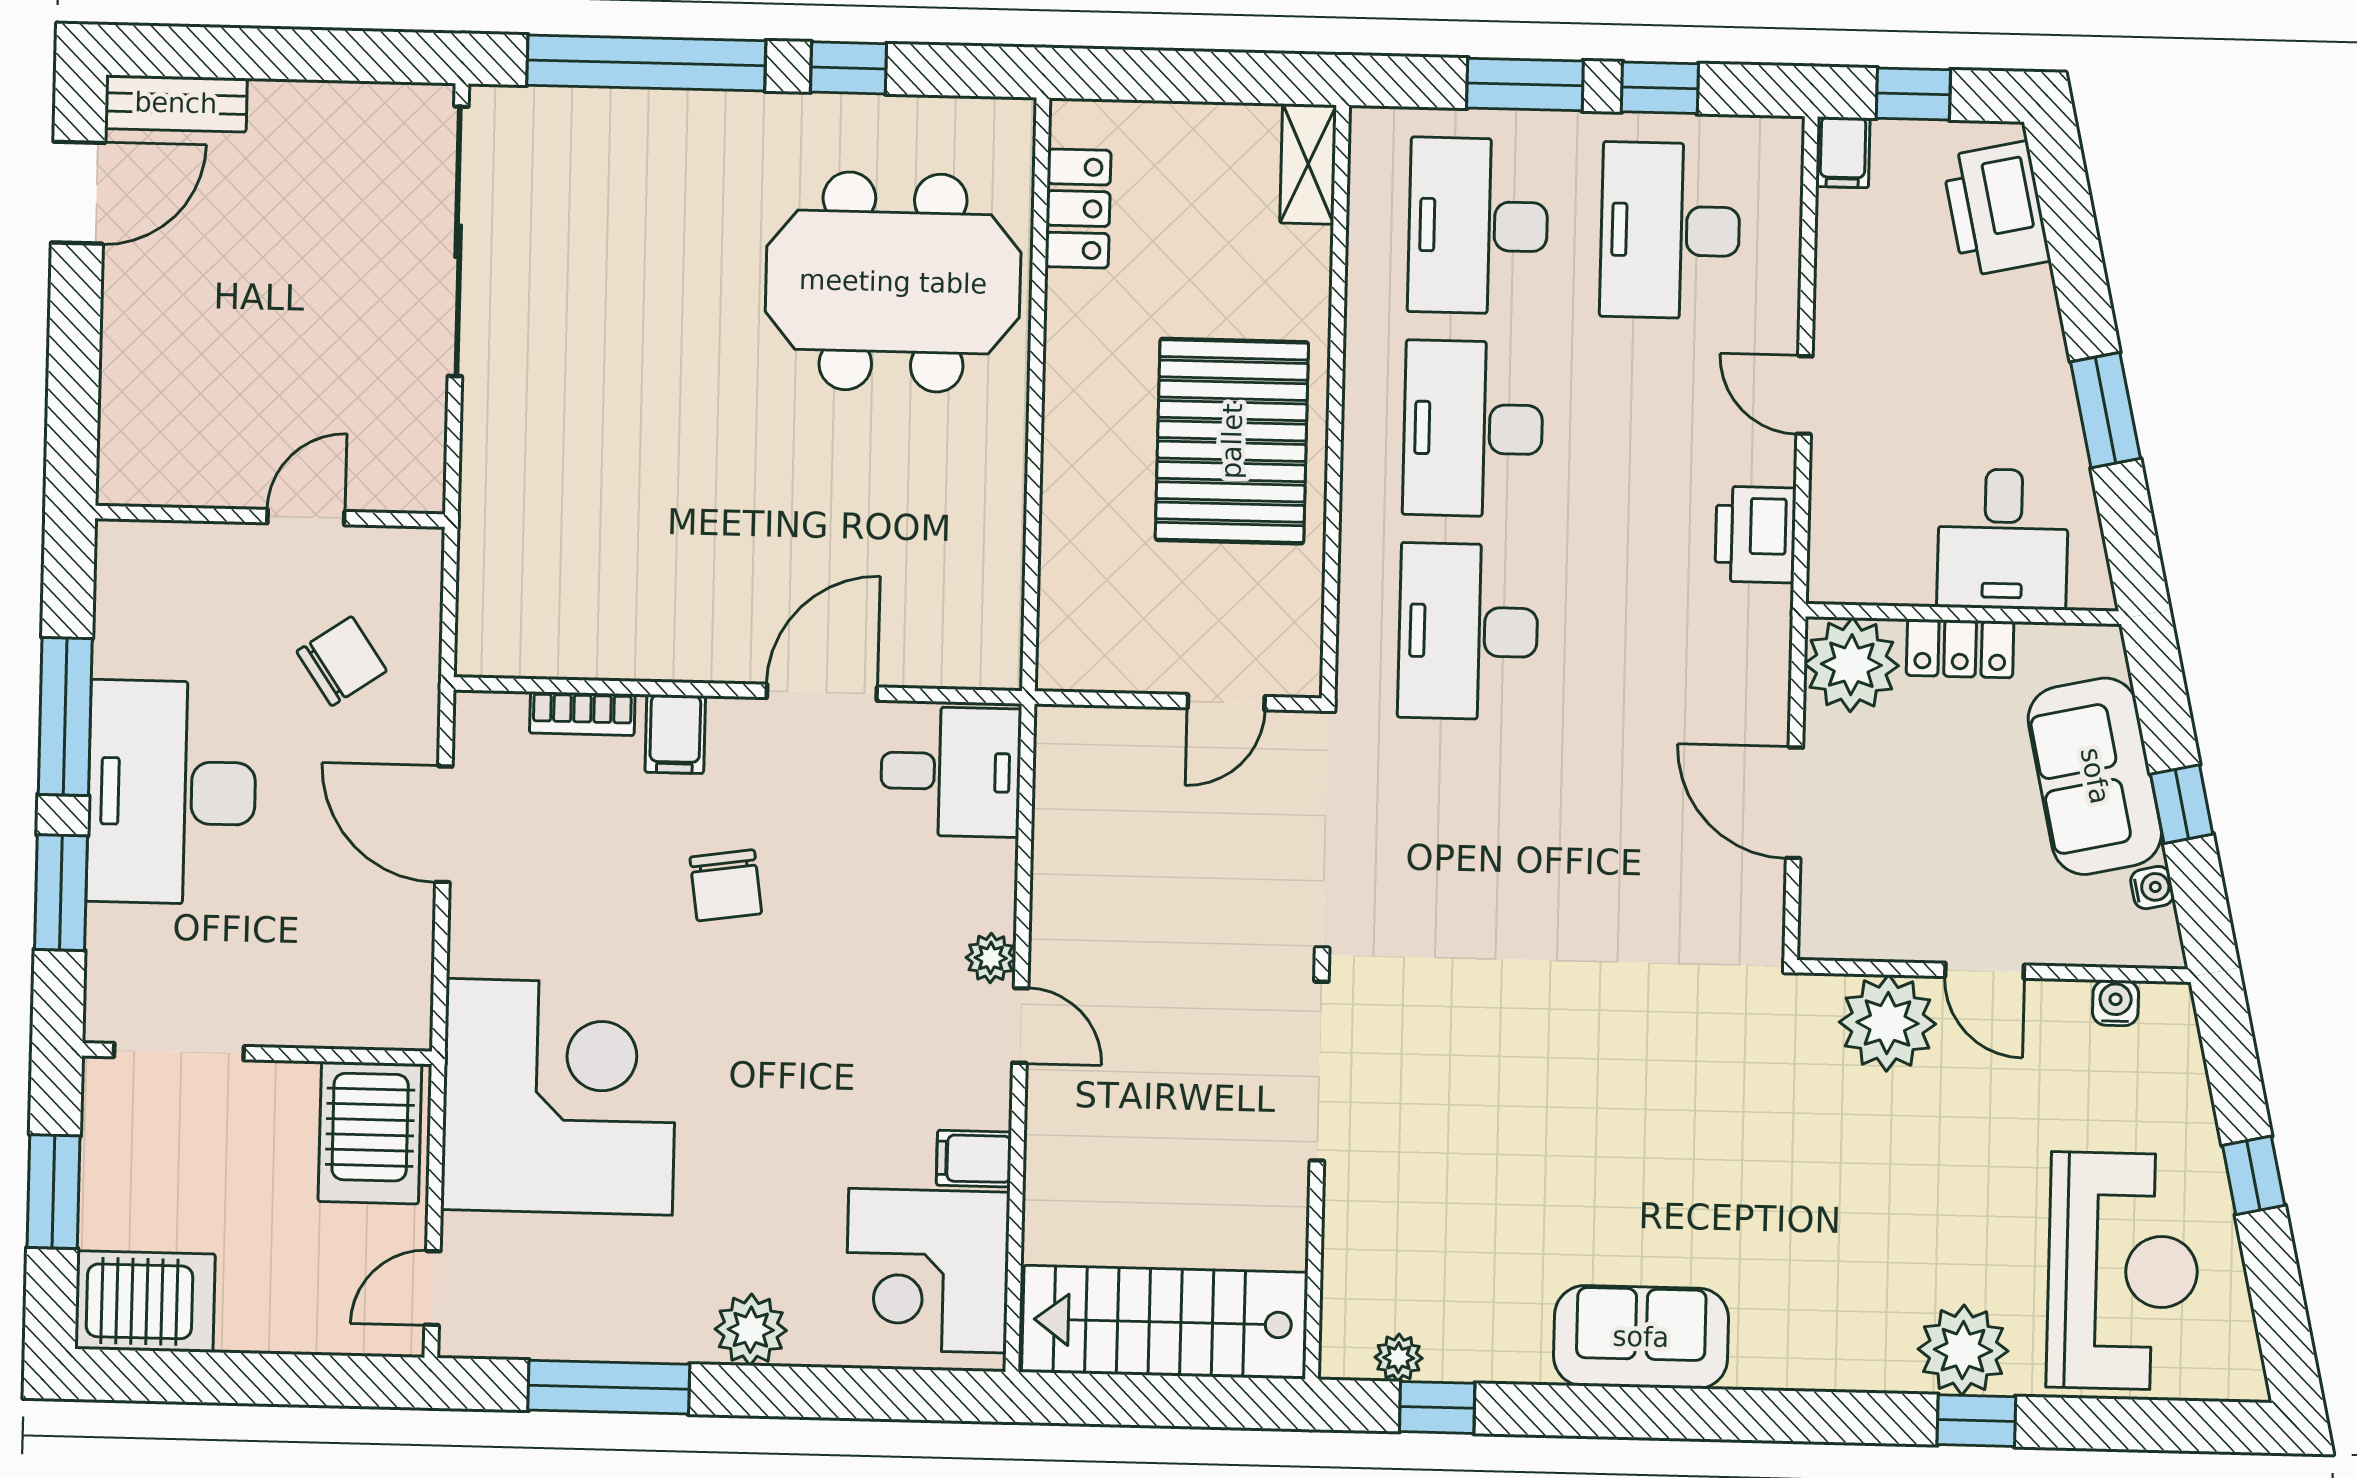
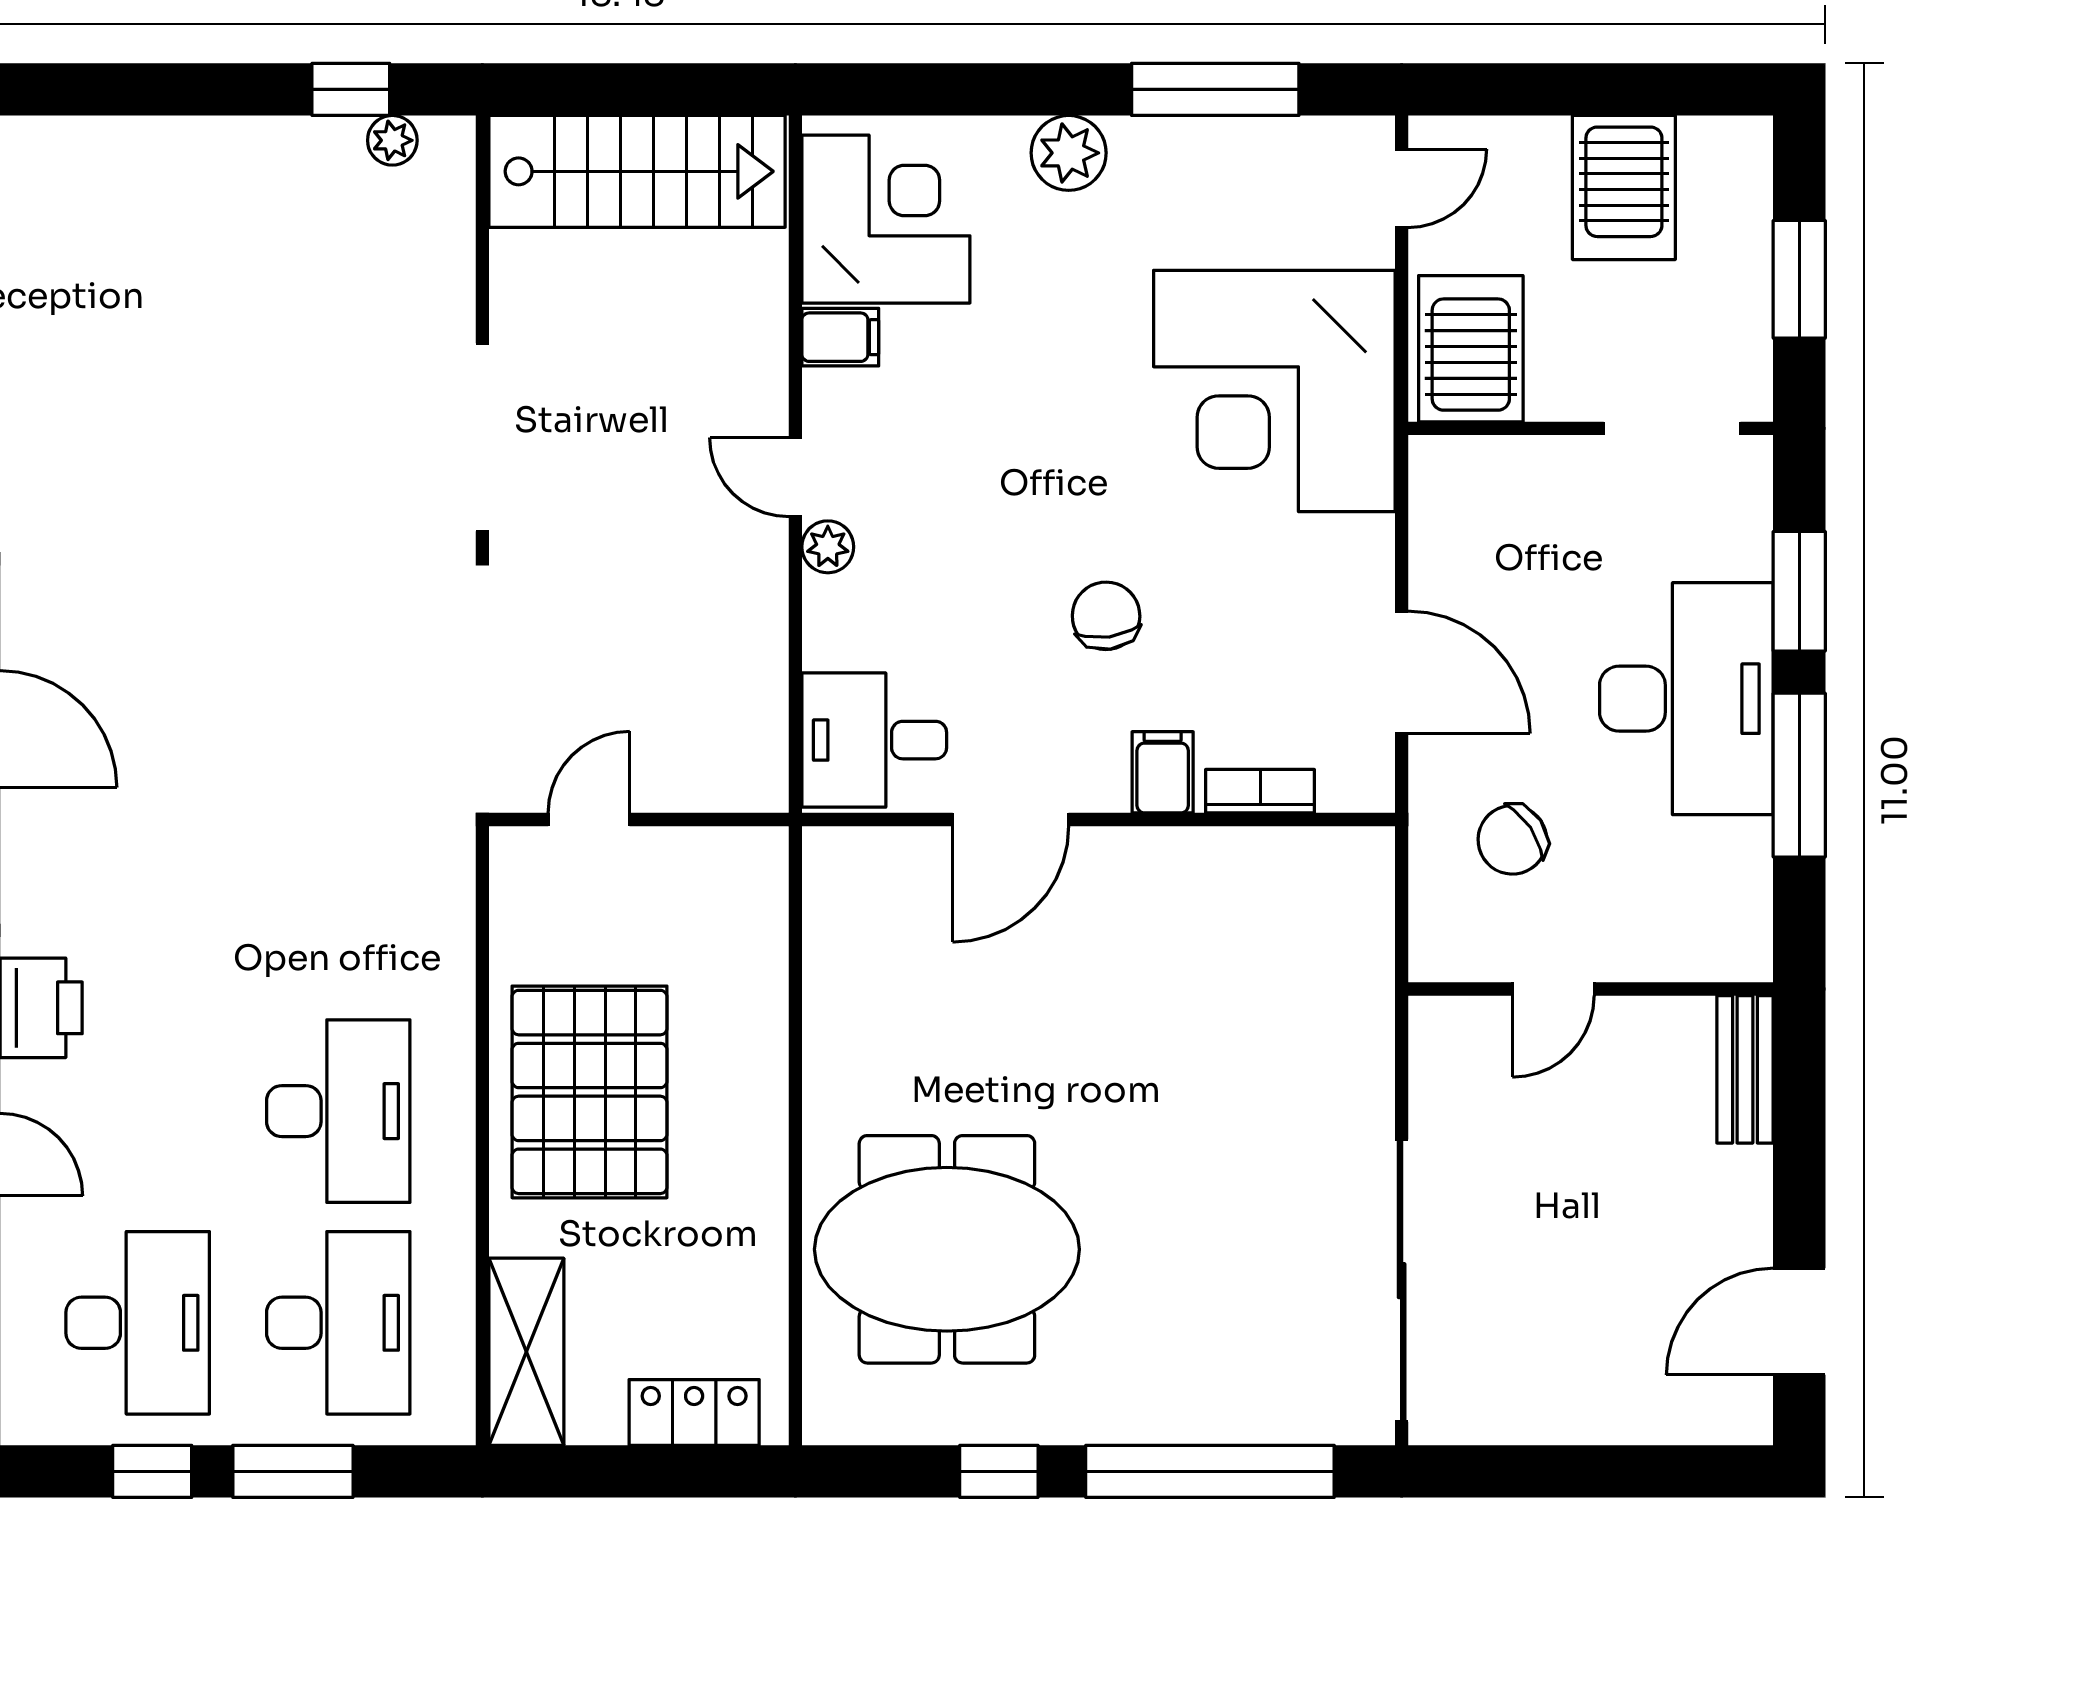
bench: (176, 103) -> (1745, 1069), moved, turned 90
shelving: (1308, 164) -> (526, 1352), width x1.50, depth x1.33
locker: (1078, 209) -> (694, 1412), moved, turned 90
desk: (1468, 631) -> (338, 899), removed
server rack: (145, 1301) -> (1624, 188), moved, turned -90
sofa: (1641, 1337) -> (140, 168), removed

